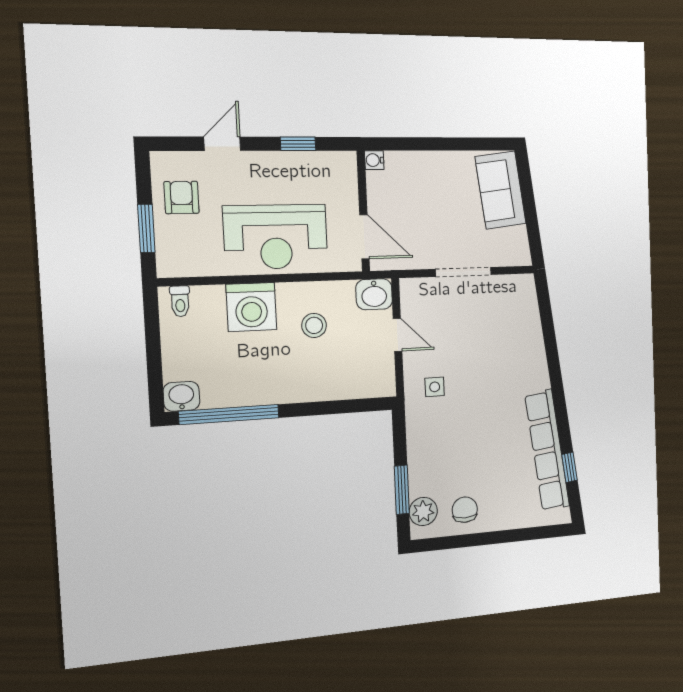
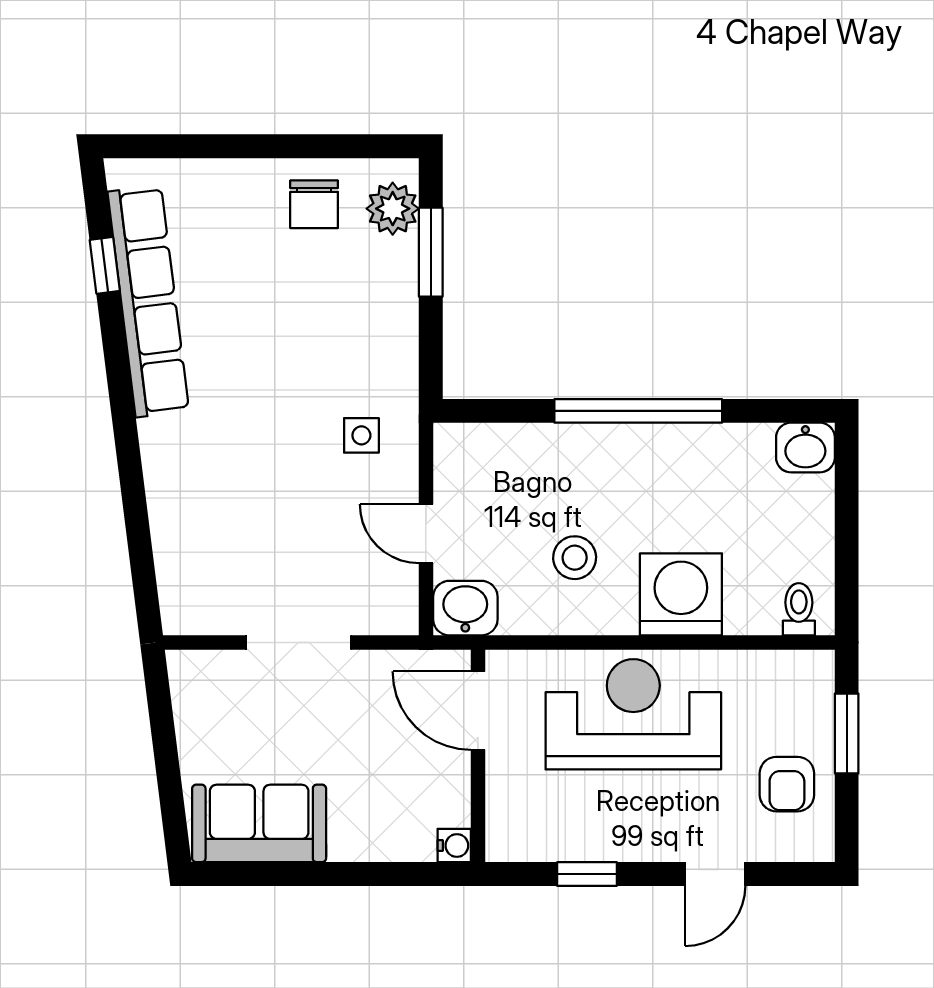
sofa: (501, 190) -> (259, 823), moved, turned -83
window: (229, 414) -> (638, 411), moved

